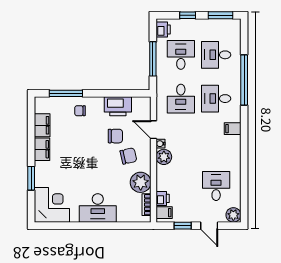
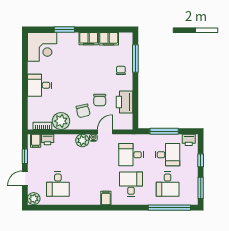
desk: (216, 55) -> (168, 184), turned 180
window: (244, 80) -> (169, 208), moved
desk: (216, 186) -> (58, 184), turned 90
desk: (98, 208) -> (40, 85), width x0.73

